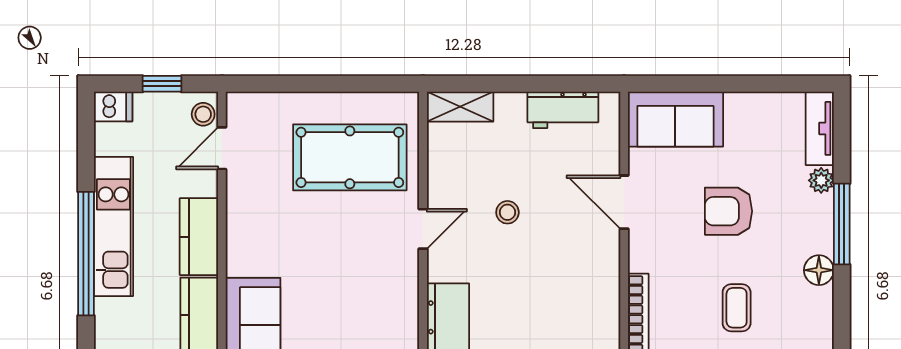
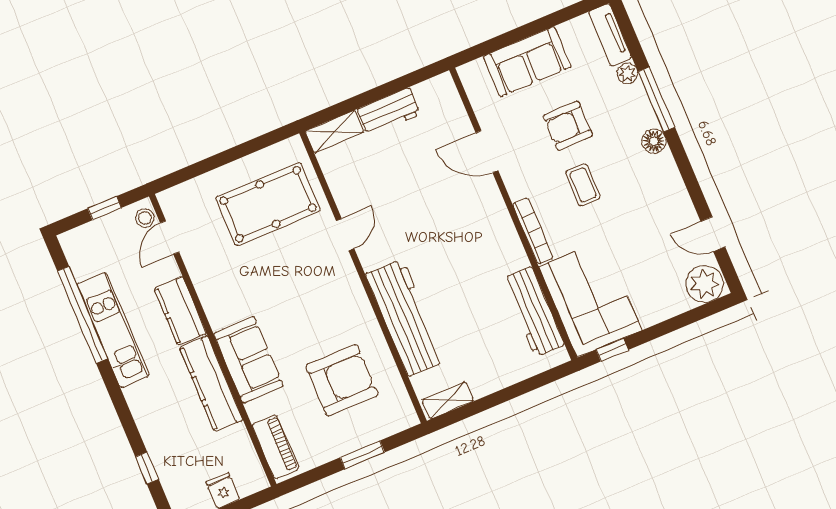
dishwasher: (113, 107) -> (75, 241), removed
workbench: (563, 110) -> (389, 112), moved
sofa: (675, 119) -> (527, 62), moved
stool: (507, 212) -> (403, 196), removed
window: (86, 254) -> (83, 315), moved
coffee table: (737, 308) -> (583, 185), moved

